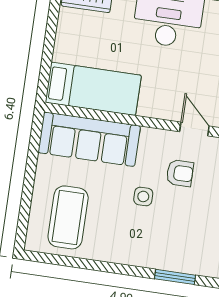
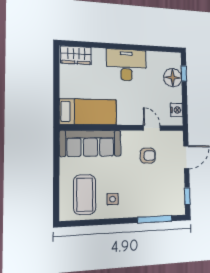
side table: (143, 196) -> (113, 199), moved
window: (175, 277) -> (155, 219), width x1.44

